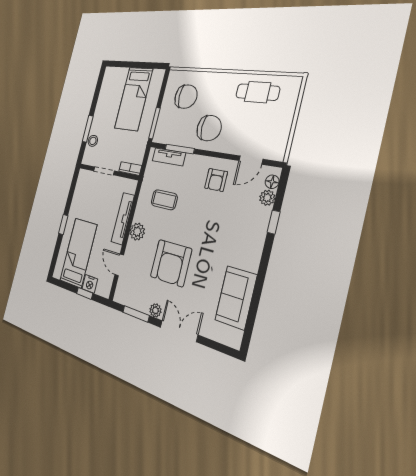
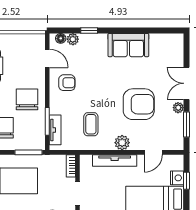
sofa: (236, 298) -> (128, 45), moved

